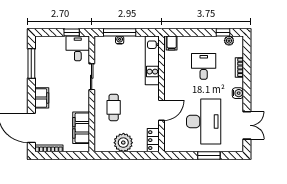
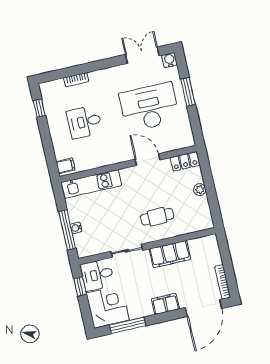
plant: (229, 41) -> (47, 99), removed
corner desk: (50, 51) -> (108, 307), added
water cooler: (238, 93) -> (170, 60), moved
filing cabinet: (81, 128) -> (170, 254), moved
plant: (123, 143) -> (200, 190), width x0.53, depth x0.53

